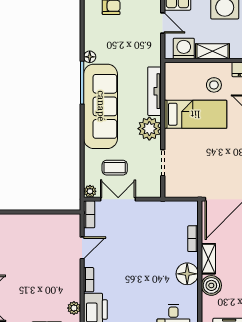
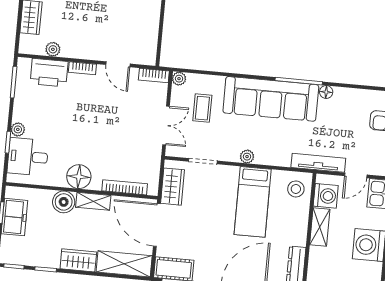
stool: (214, 85) -> (296, 189), moved
tv unit: (154, 91) -> (318, 163), moved
plant: (149, 129) -> (247, 157), width x0.53, depth x0.53
wardrobe: (188, 188) -> (173, 187), added
double door: (118, 199) -> (166, 125), moved
bookcase: (193, 239) -> (125, 187), width x1.56

